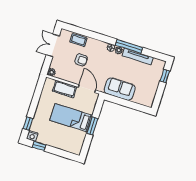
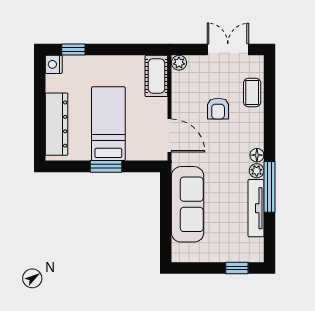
cot: (65, 89) -> (156, 76), moved
door: (87, 89) -> (170, 135), hinge flipped
sofa: (120, 89) -> (188, 204), width x1.36
dresser: (63, 144) -> (56, 124), added
window: (39, 146) -> (40, 82), removed

